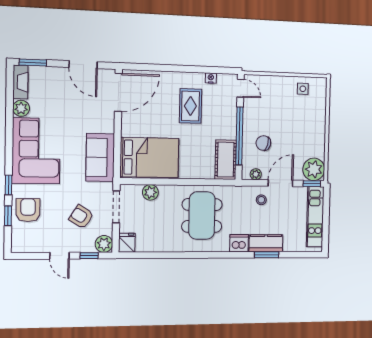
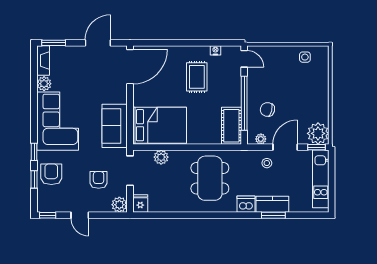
door: (83, 65) -> (98, 43), swing flipped
armchair: (81, 217) -> (99, 180), turned 58
window: (89, 256) -> (48, 215), moved

